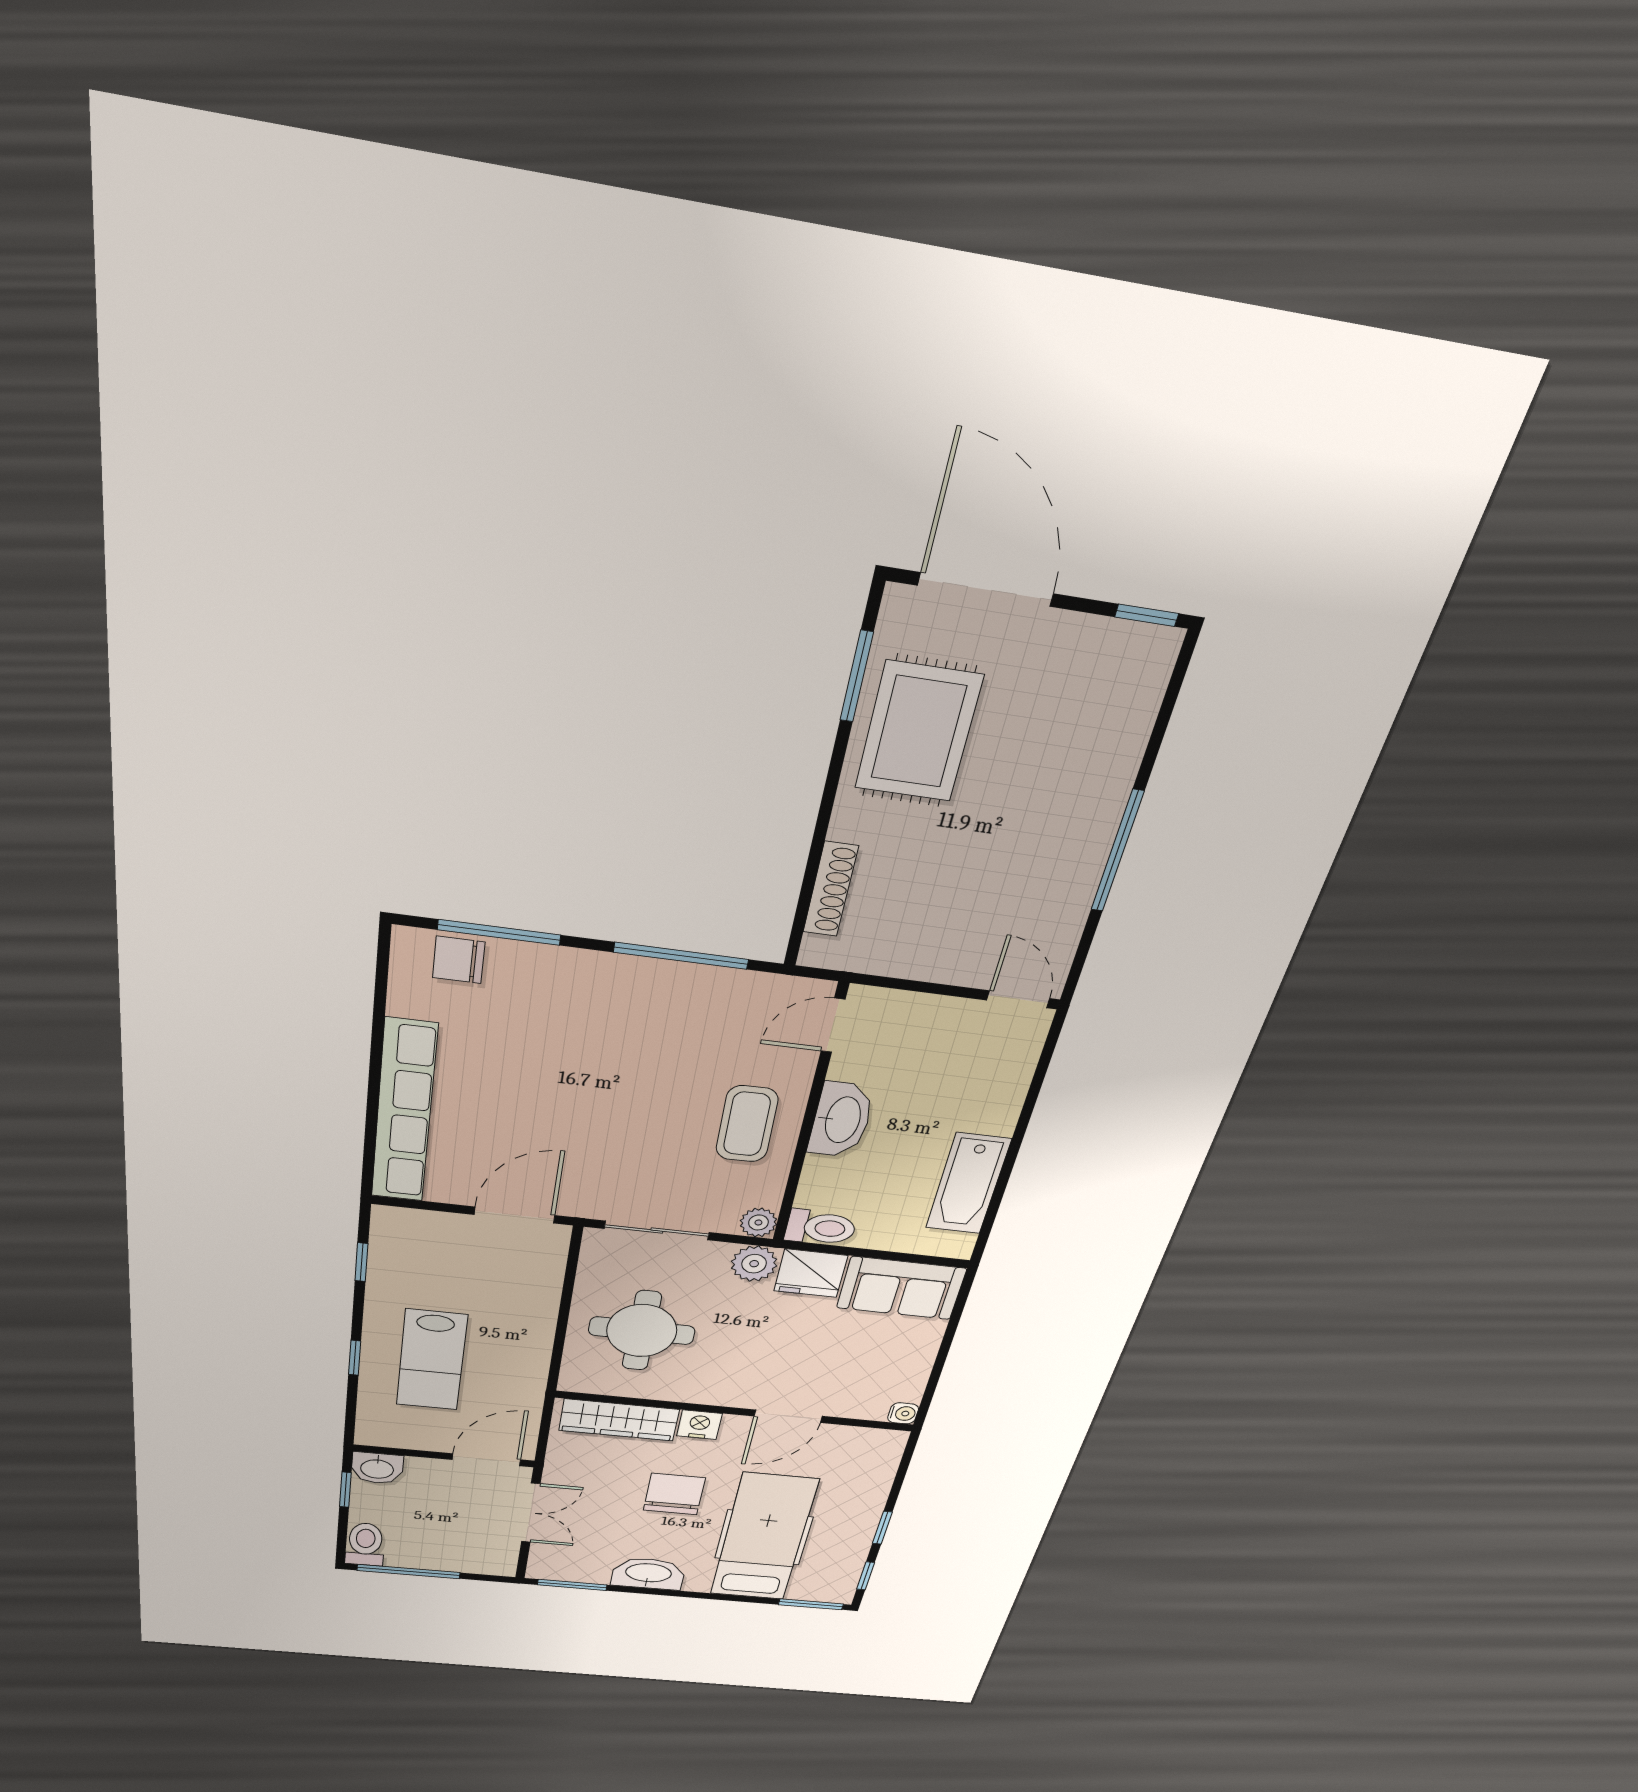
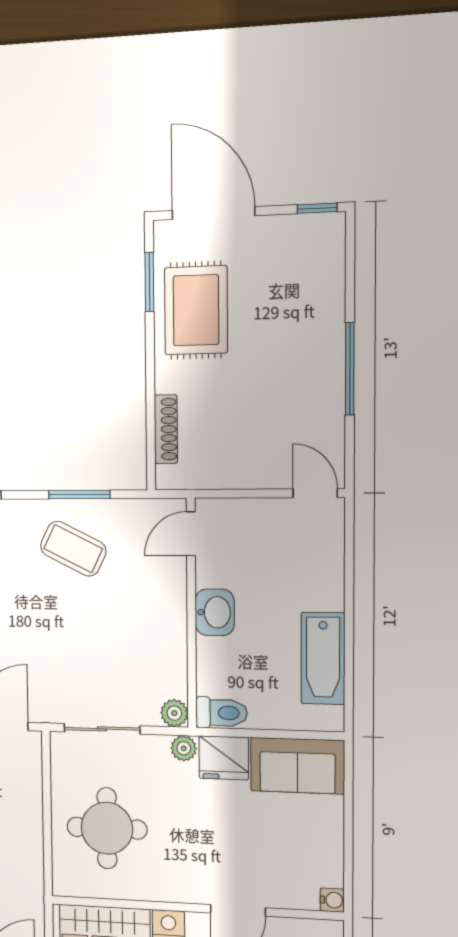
window: (681, 956) -> (79, 494), width x0.69
washbasin: (841, 1120) -> (215, 612), width x0.72
coffee table: (747, 1124) -> (73, 549), moved, turned -63
plant: (754, 1264) -> (184, 748), width x0.73, depth x0.73

